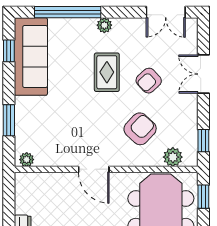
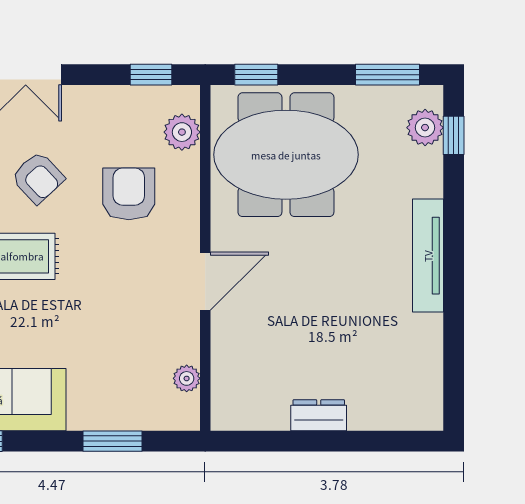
armchair: (140, 129) -> (129, 194), turned 47
plant: (27, 160) -> (187, 378), moved

